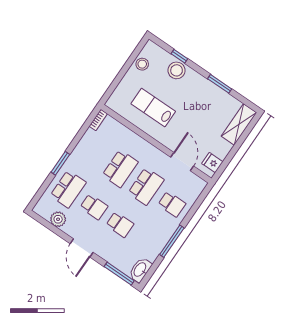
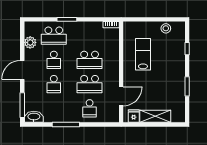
stool: (177, 70) -> (177, 53), removed
shelving: (239, 124) -> (155, 116), moved

